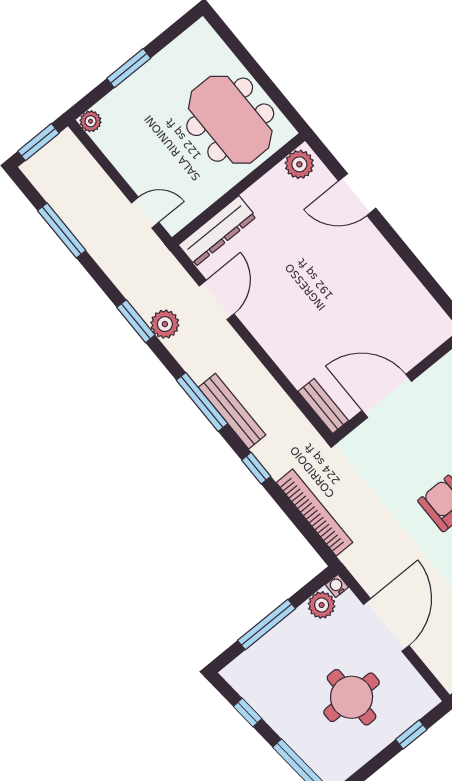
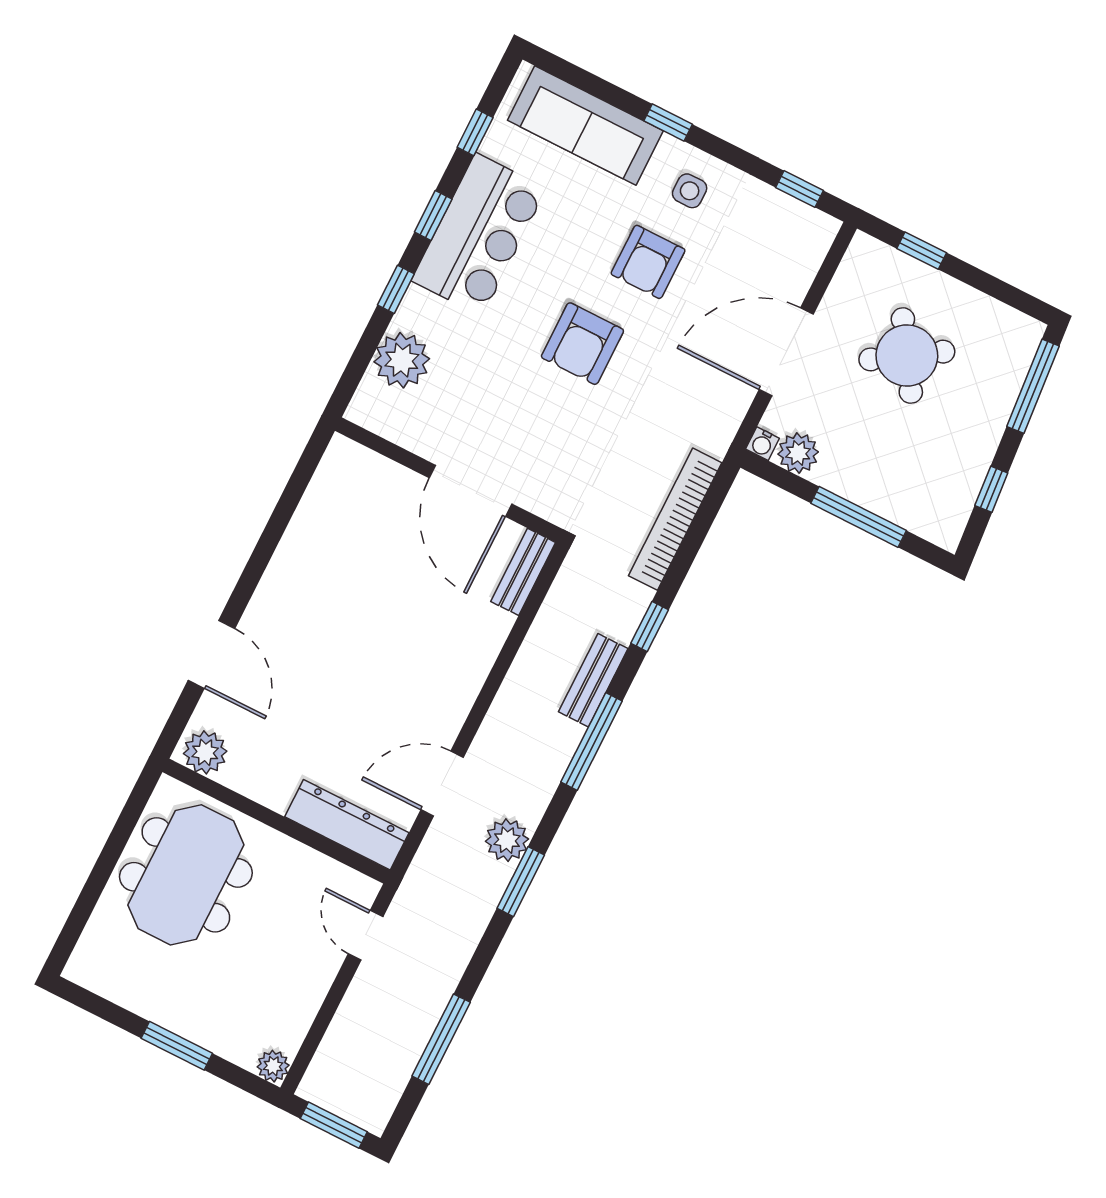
bench: (232, 411) -> (593, 680), width x0.73
round table: (352, 697) -> (907, 356), turned -33

